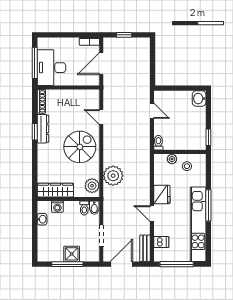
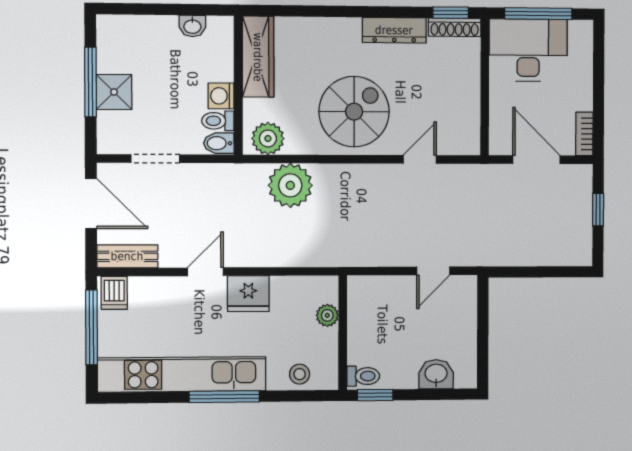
washbasin: (199, 99) -> (436, 374), moved
window: (35, 132) -> (451, 13), moved
toilet: (158, 143) -> (363, 376), moved
spiral stairs: (80, 147) -> (354, 112), turned -90
stool: (187, 166) -> (300, 374), moved
washing machine: (57, 207) -> (221, 96), moved
dishwasher: (161, 242) -> (114, 293), moved

